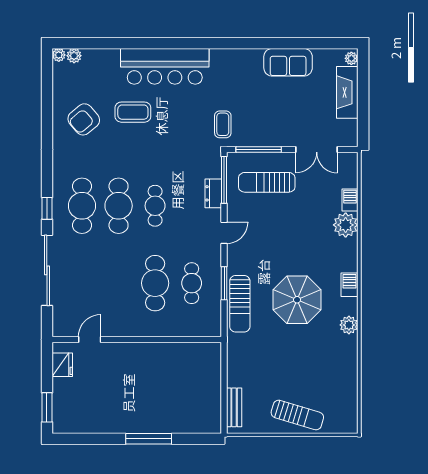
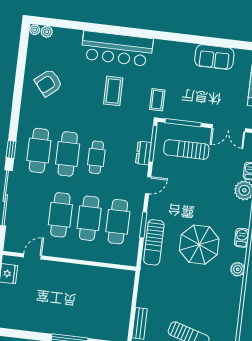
coffee table: (133, 112) -> (113, 91), moved, turned 90
cafe table: (119, 283) -> (60, 215), added
cafe table: (192, 283) -> (118, 222), width x1.37, depth x1.35

